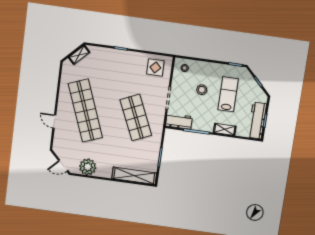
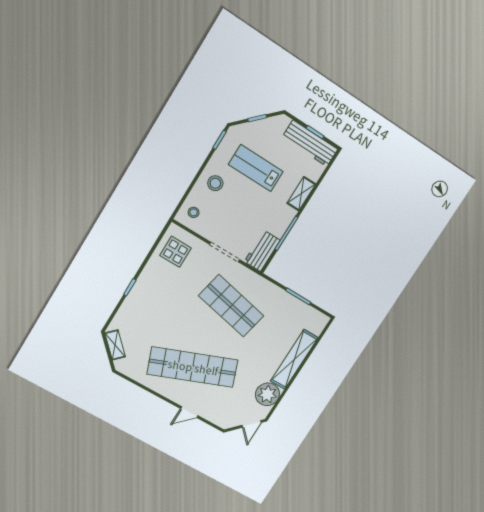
stool: (202, 90) -> (215, 183), moved
shop shelf: (136, 118) -> (231, 306), turned 36
shelving: (134, 176) -> (294, 359), moved

